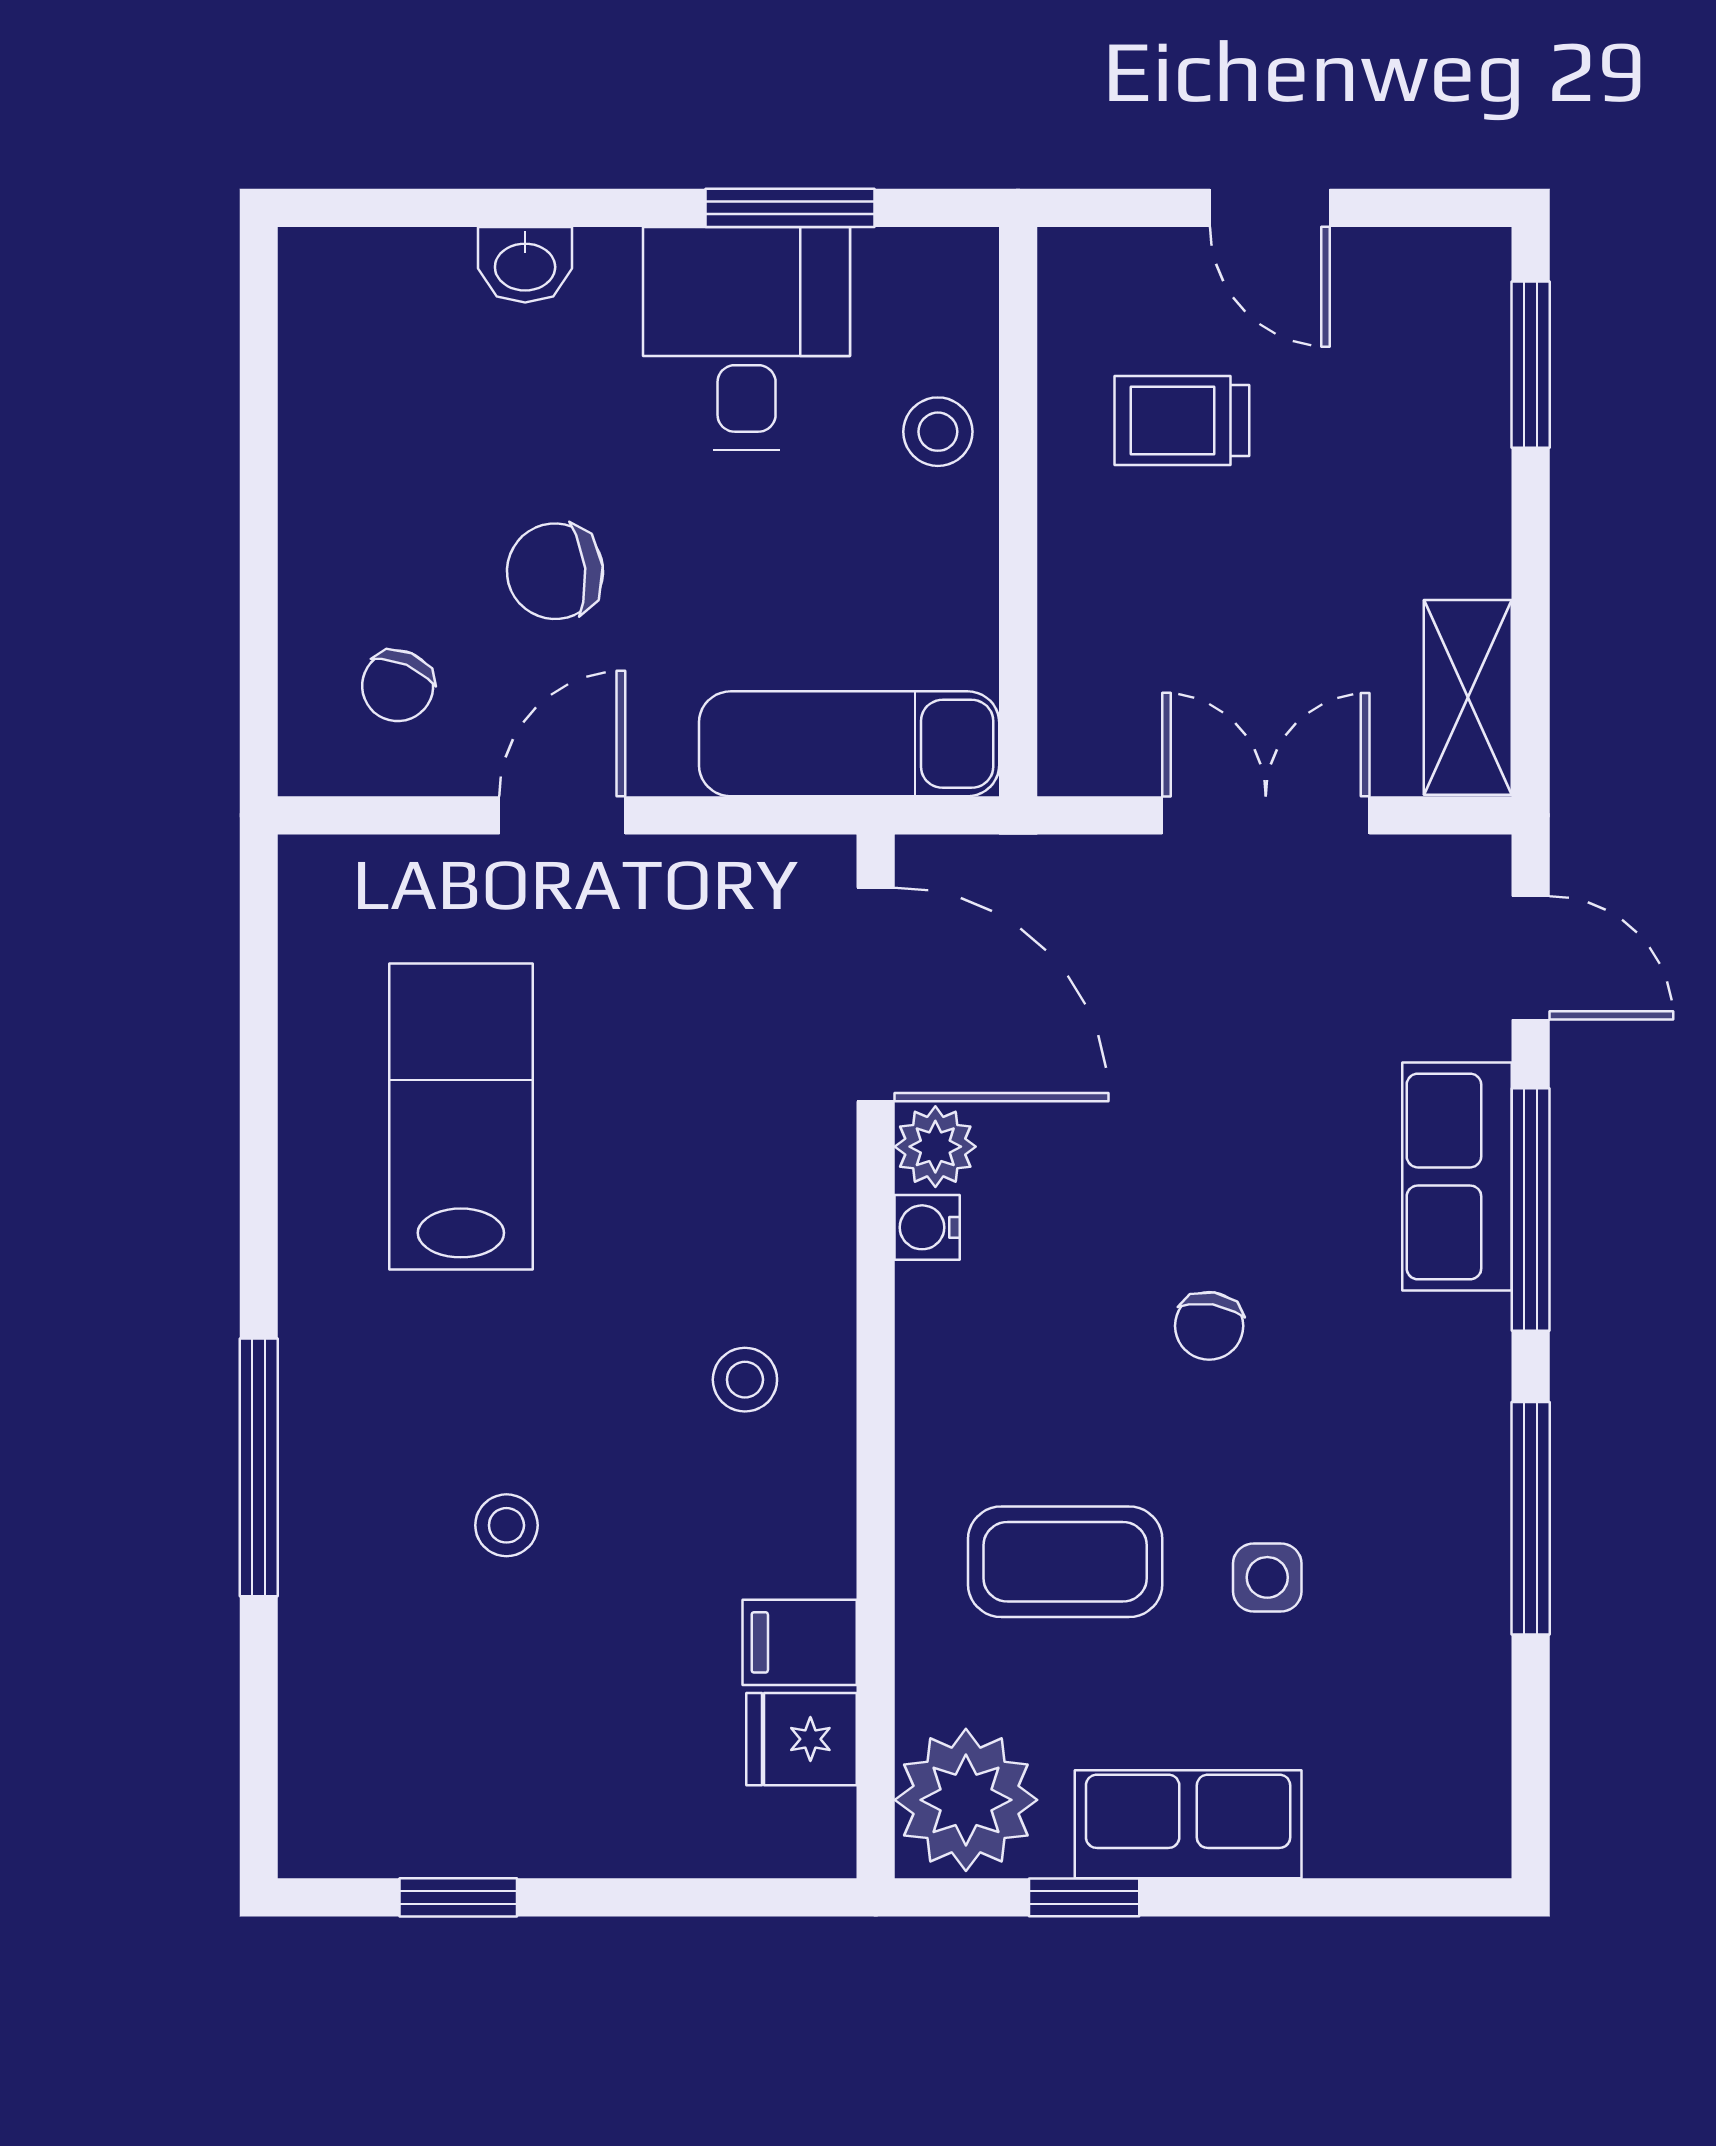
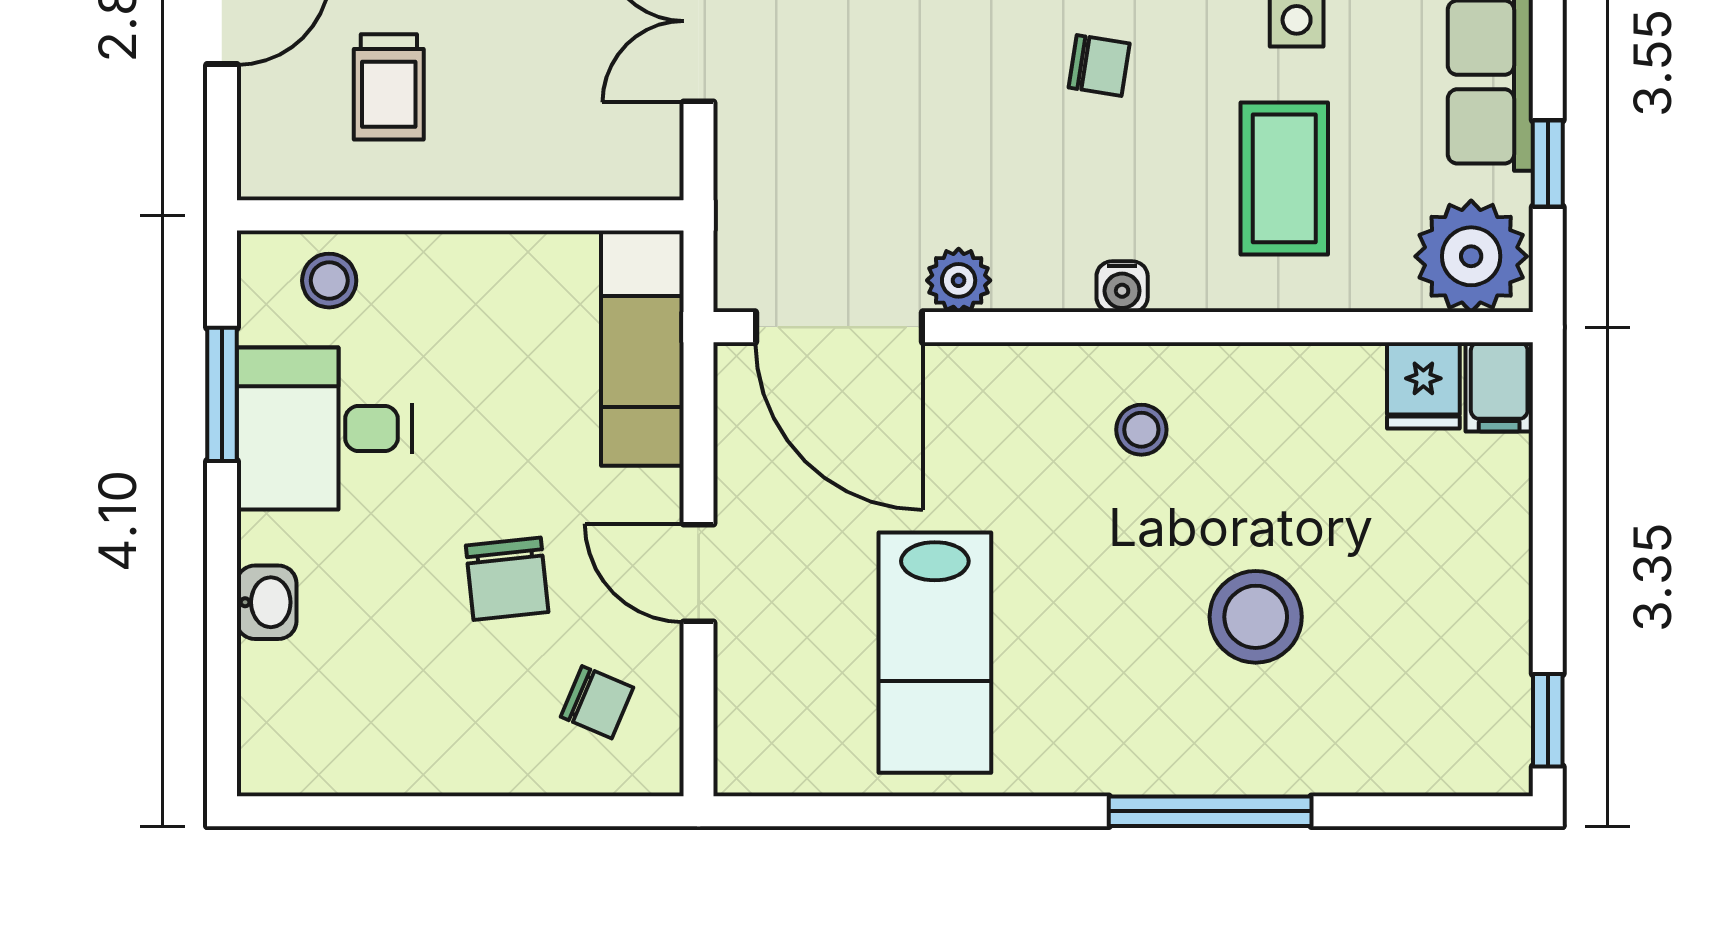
stool: (938, 432) -> (329, 281), moved
door: (876, 994) -> (839, 327), swing flipped
lab bench: (461, 1117) -> (935, 653), turned -90
water cooler: (927, 1227) -> (1122, 287), moved
stool: (506, 1525) -> (1256, 617), width x1.89, depth x1.89
filing cabinet: (800, 1642) -> (1499, 387), moved
window: (458, 1897) -> (1548, 720), moved

